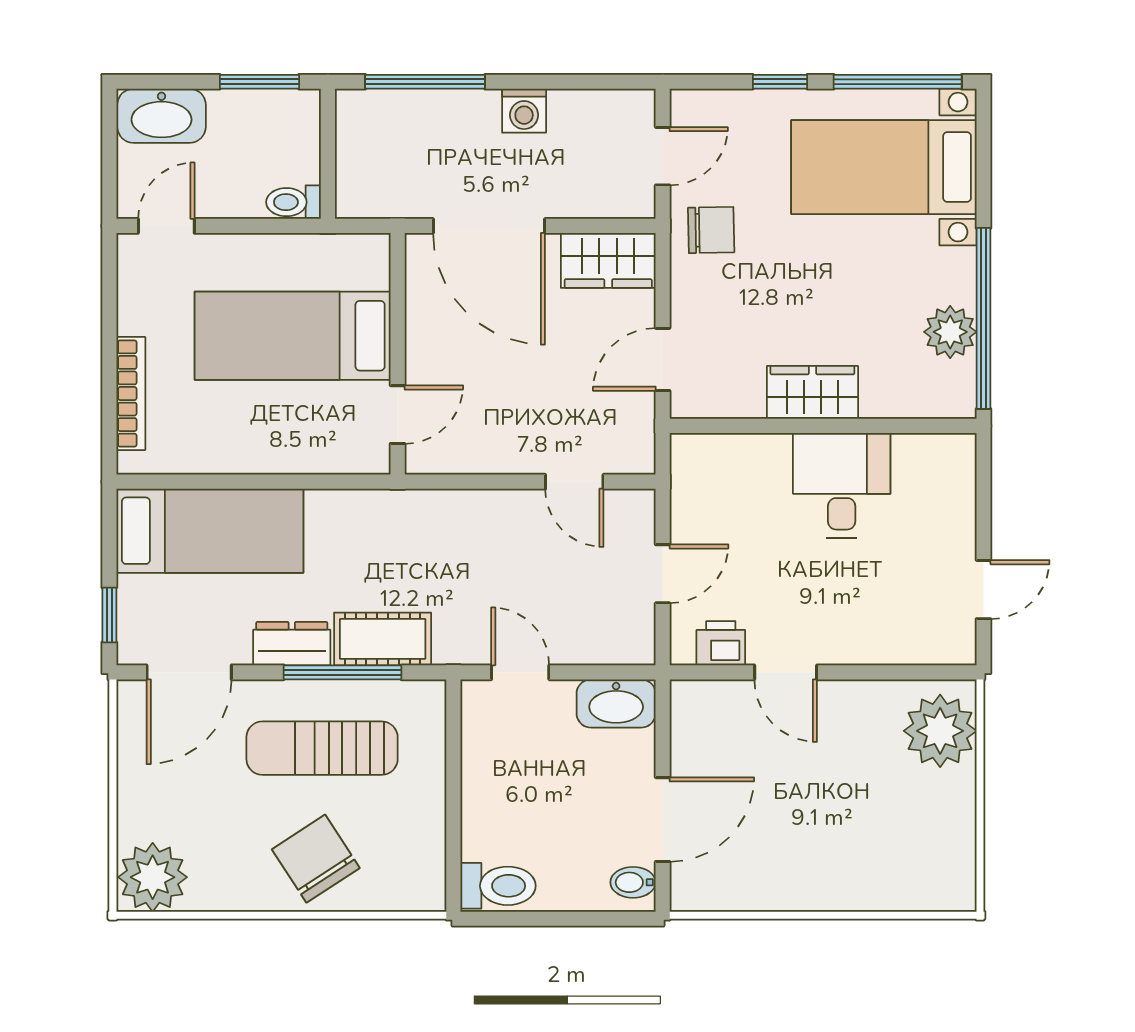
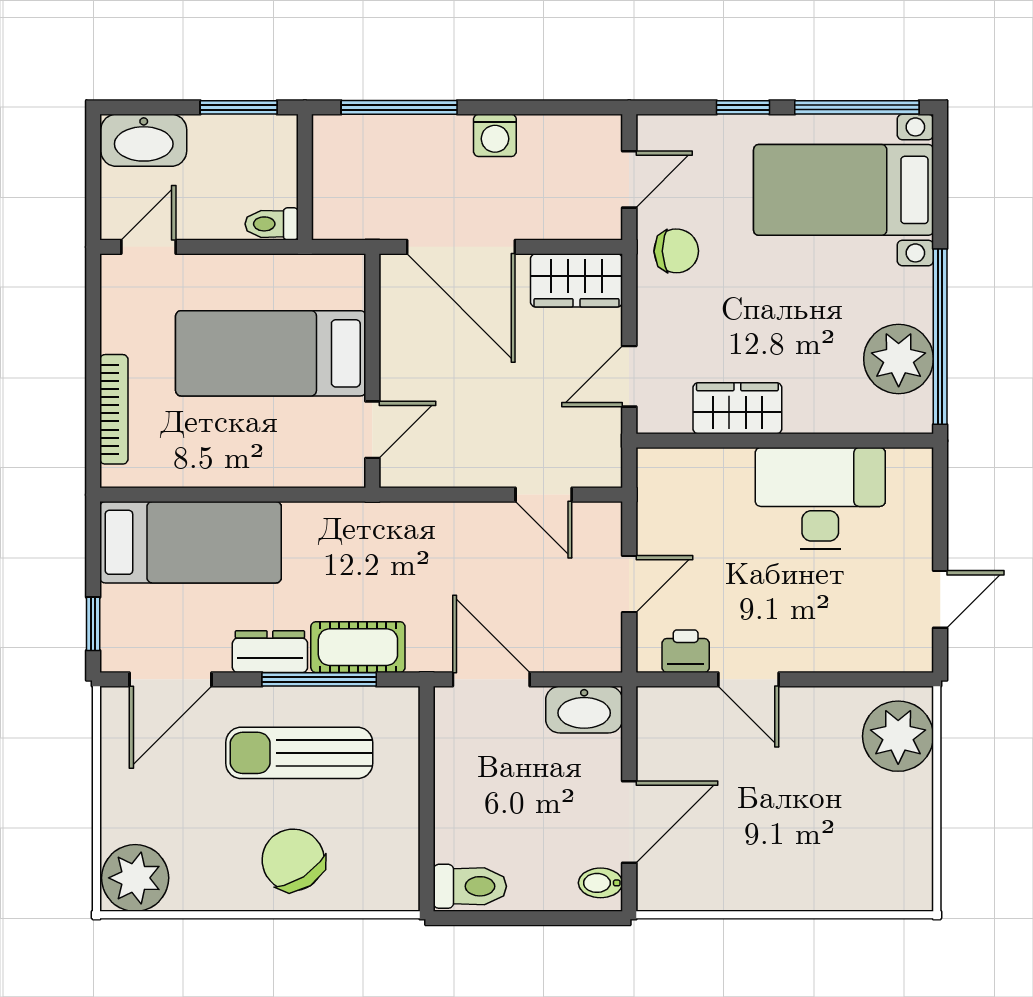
plant: (950, 332) -> (899, 359), width x1.36, depth x1.36
wardrobe: (812, 392) -> (737, 408), moved
desk: (842, 485) -> (820, 498), width x1.37
door: (520, 672) -> (491, 679), width x1.38

